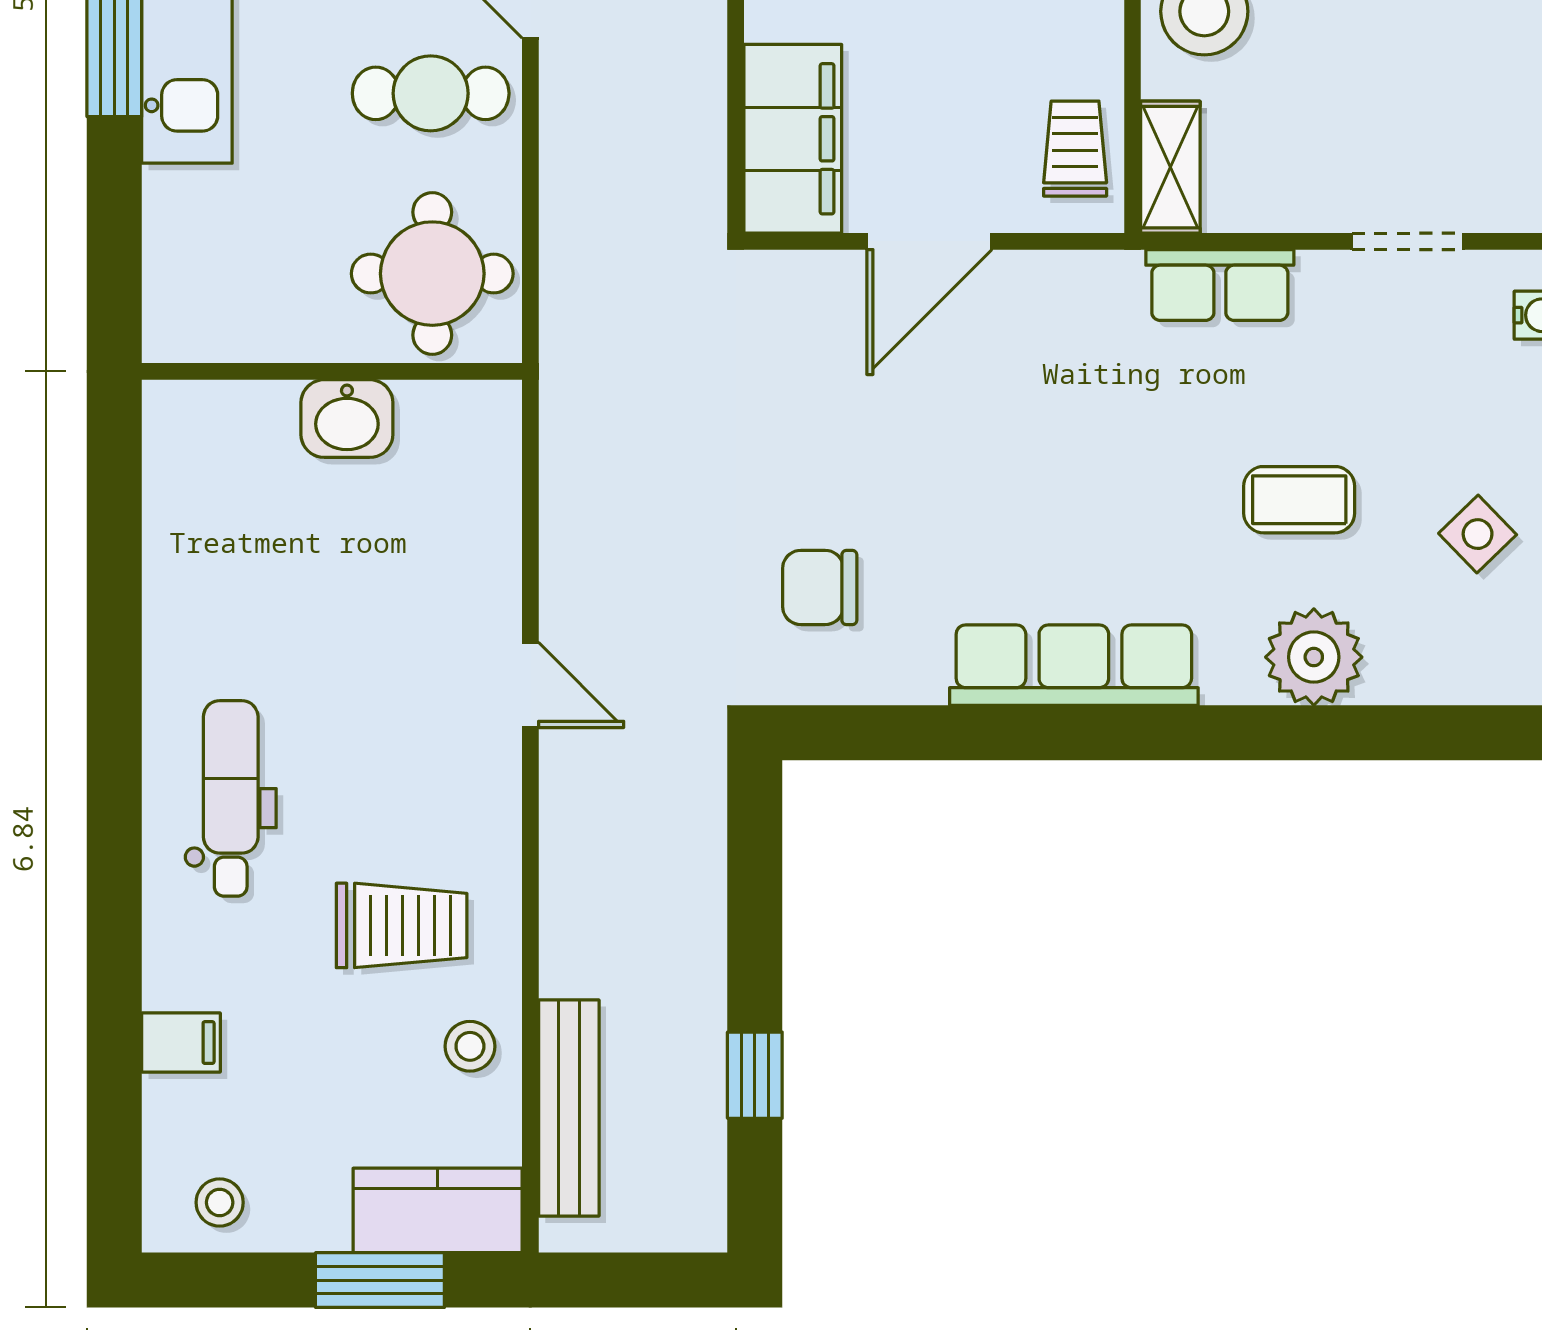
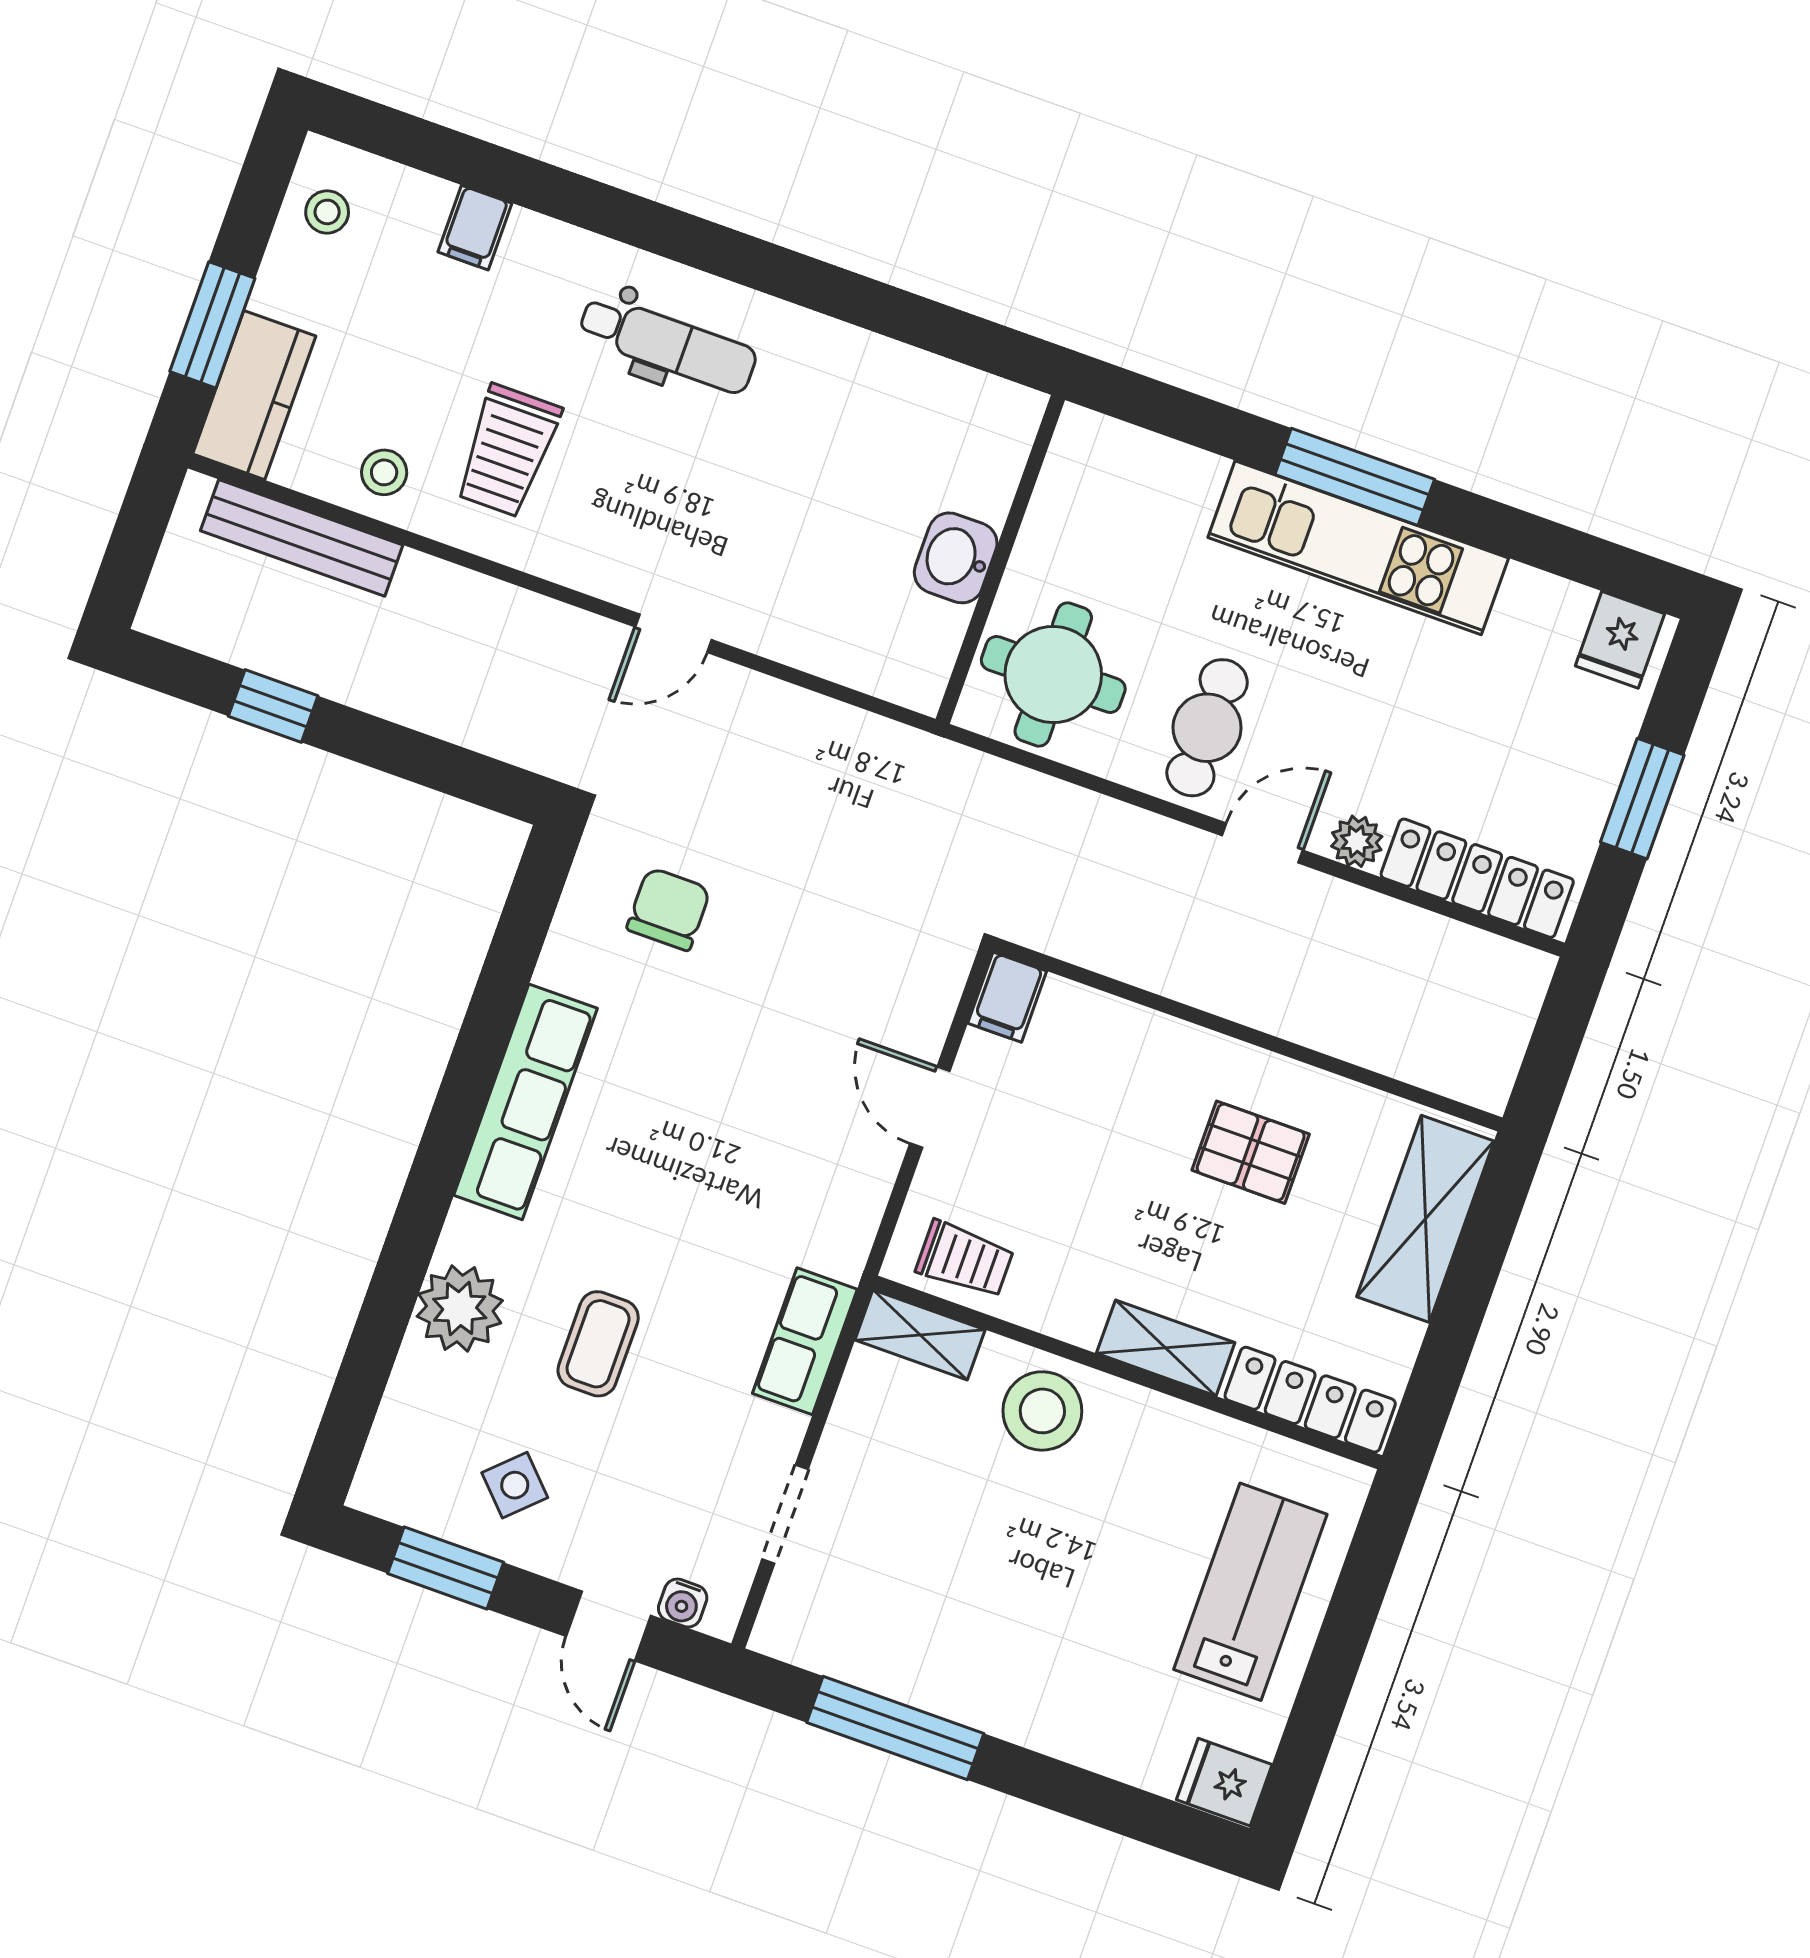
filing cabinet: (793, 139) -> (1007, 997), width x0.33, depth x0.86
door: (929, 241) -> (930, 1107), width x0.73

